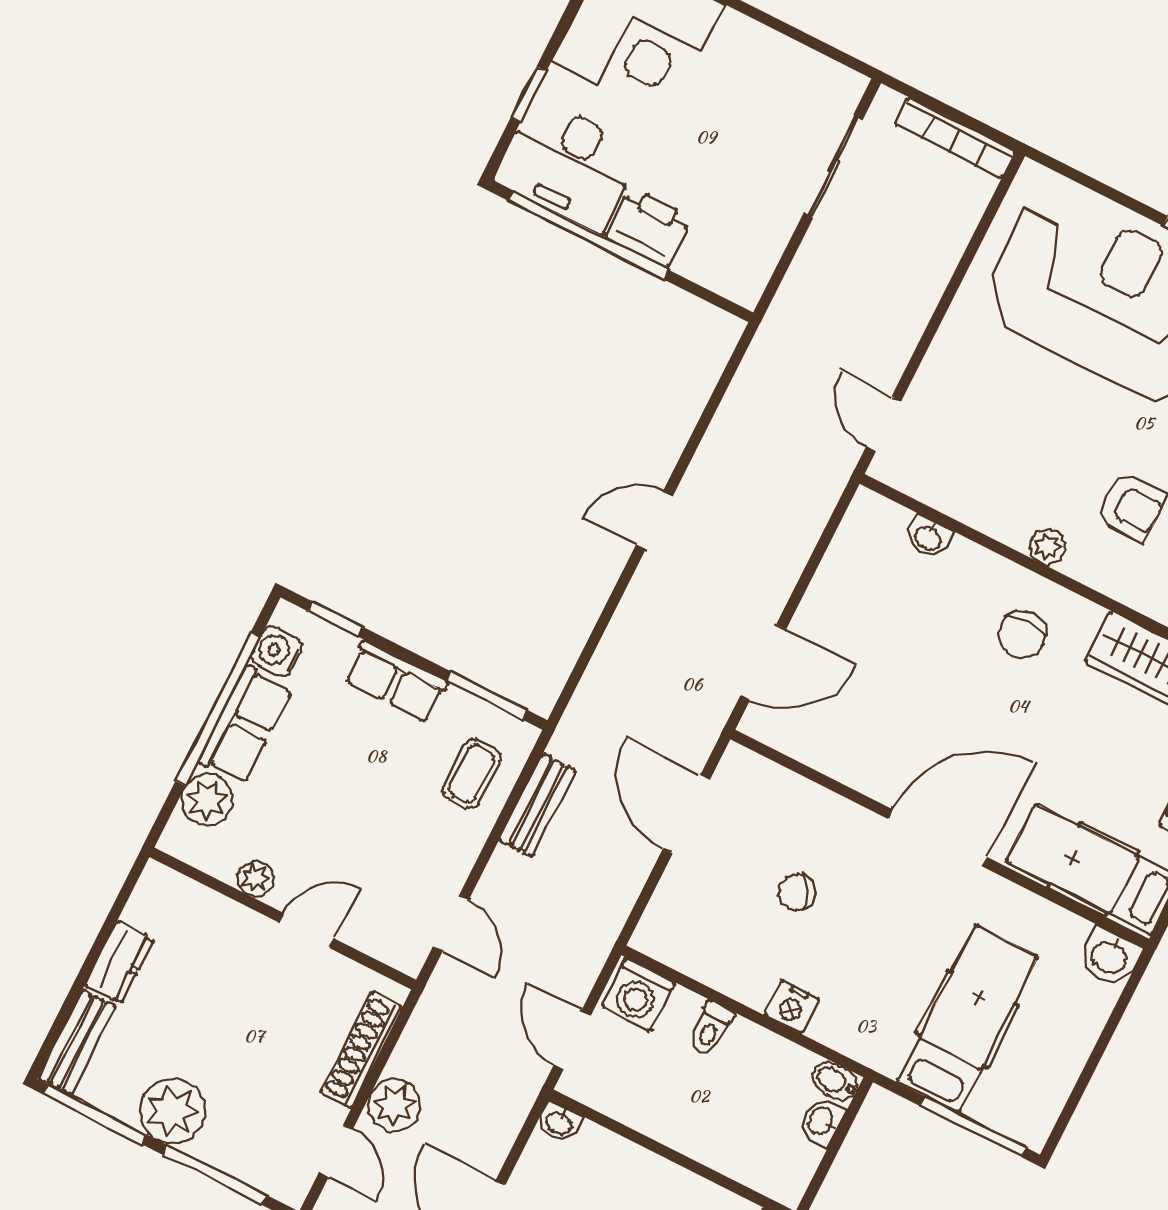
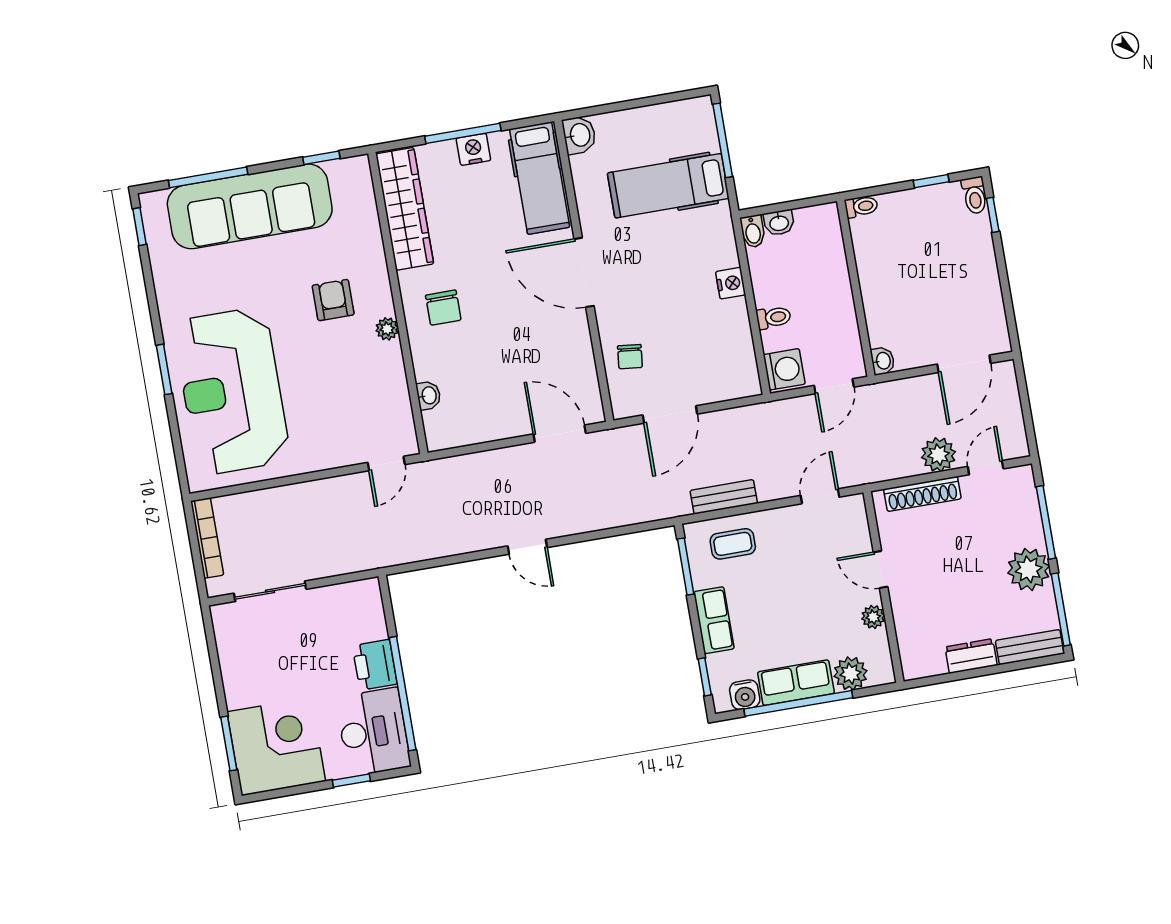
chair: (1022, 635) -> (443, 308), turned 90
chair: (797, 892) -> (630, 357), moved, turned 32

